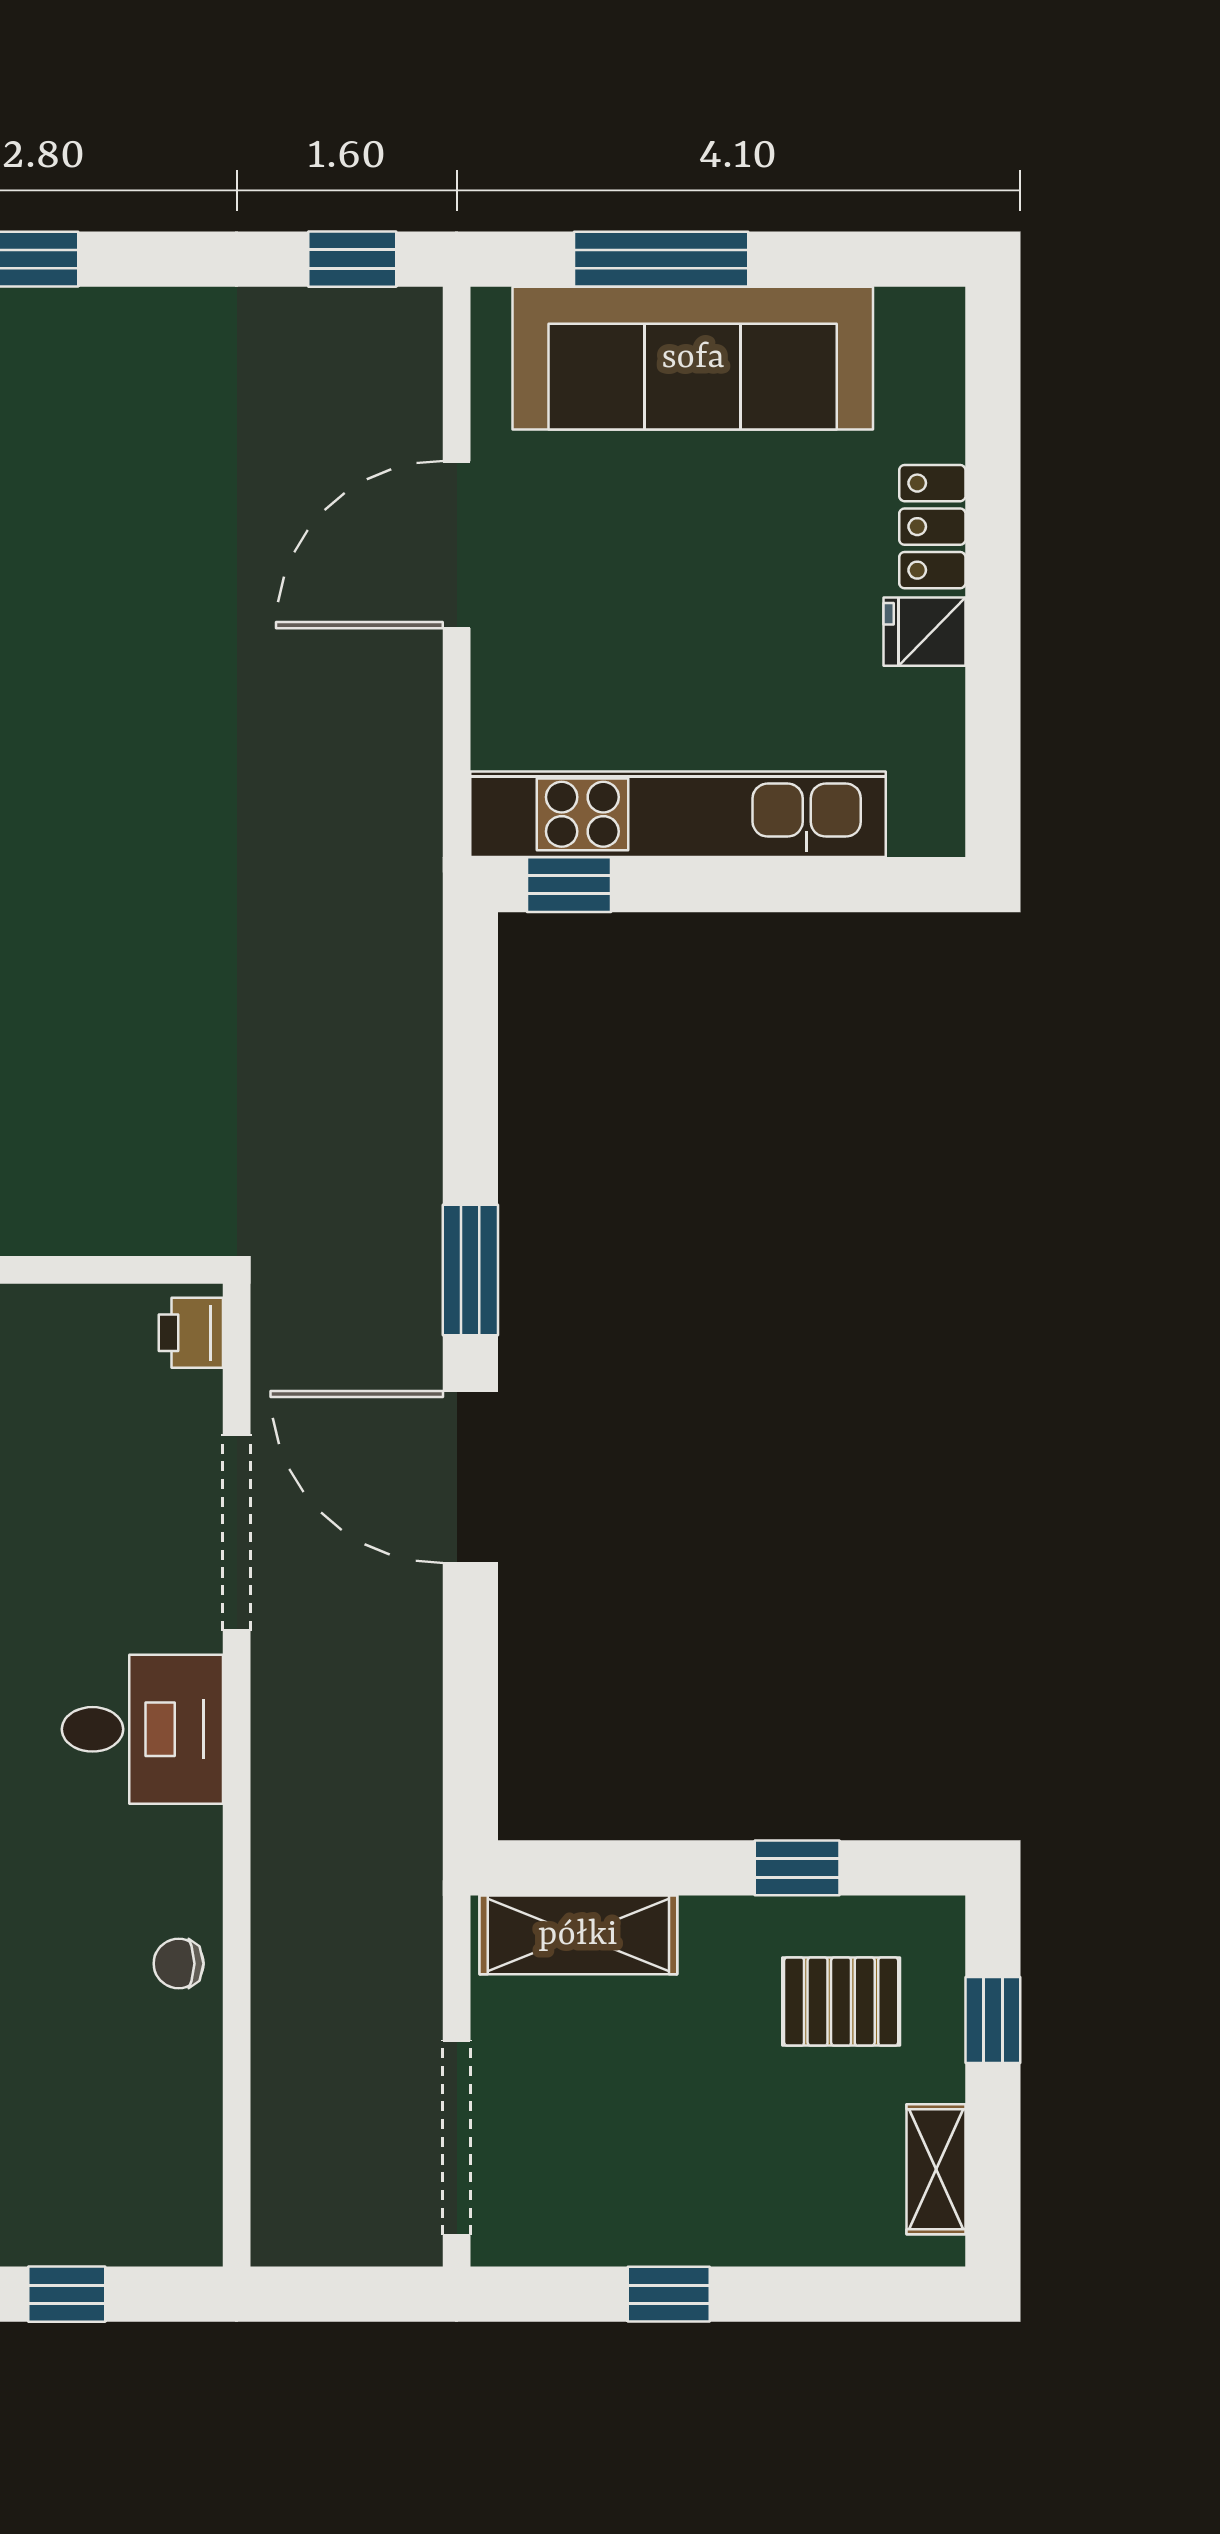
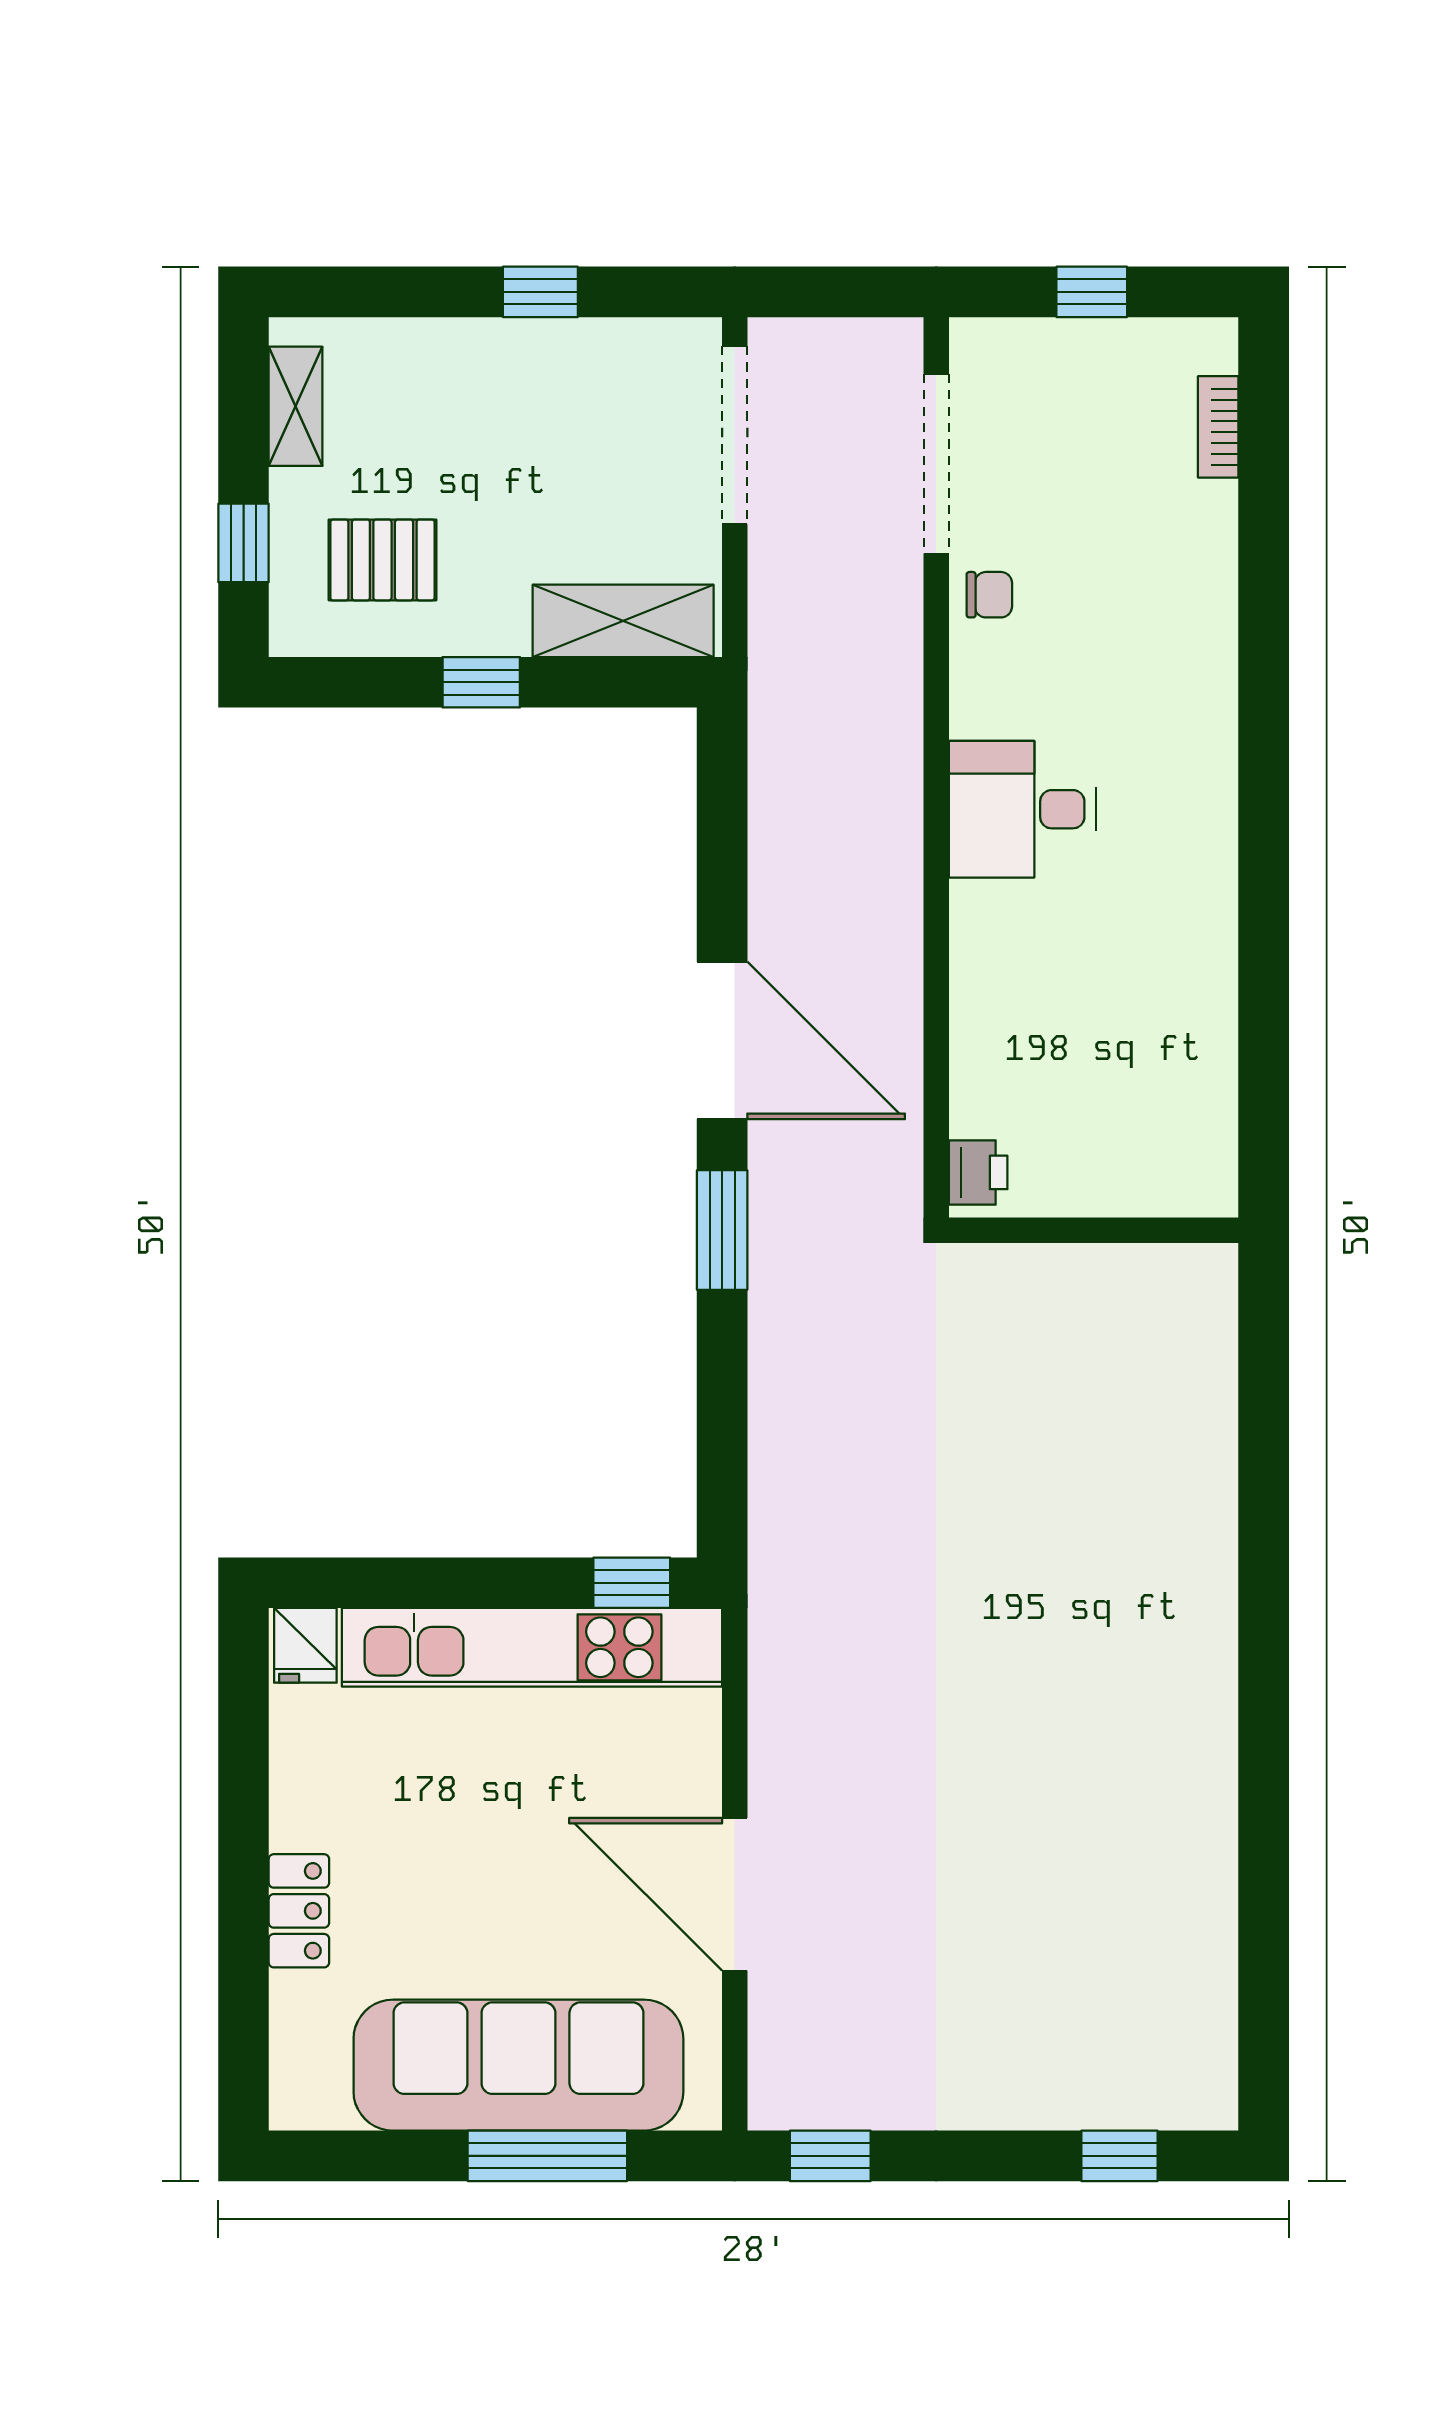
door: (457, 545) -> (735, 1894), swing flipped
fridge: (925, 632) -> (305, 1645), moved, turned 90
doorway: (237, 1532) -> (936, 464), moved
window: (797, 1868) -> (481, 682), moved

